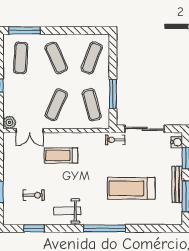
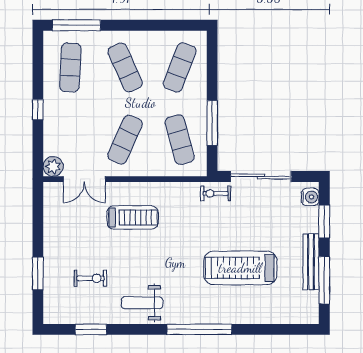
treadmill: (61, 155) -> (133, 217), turned 180

